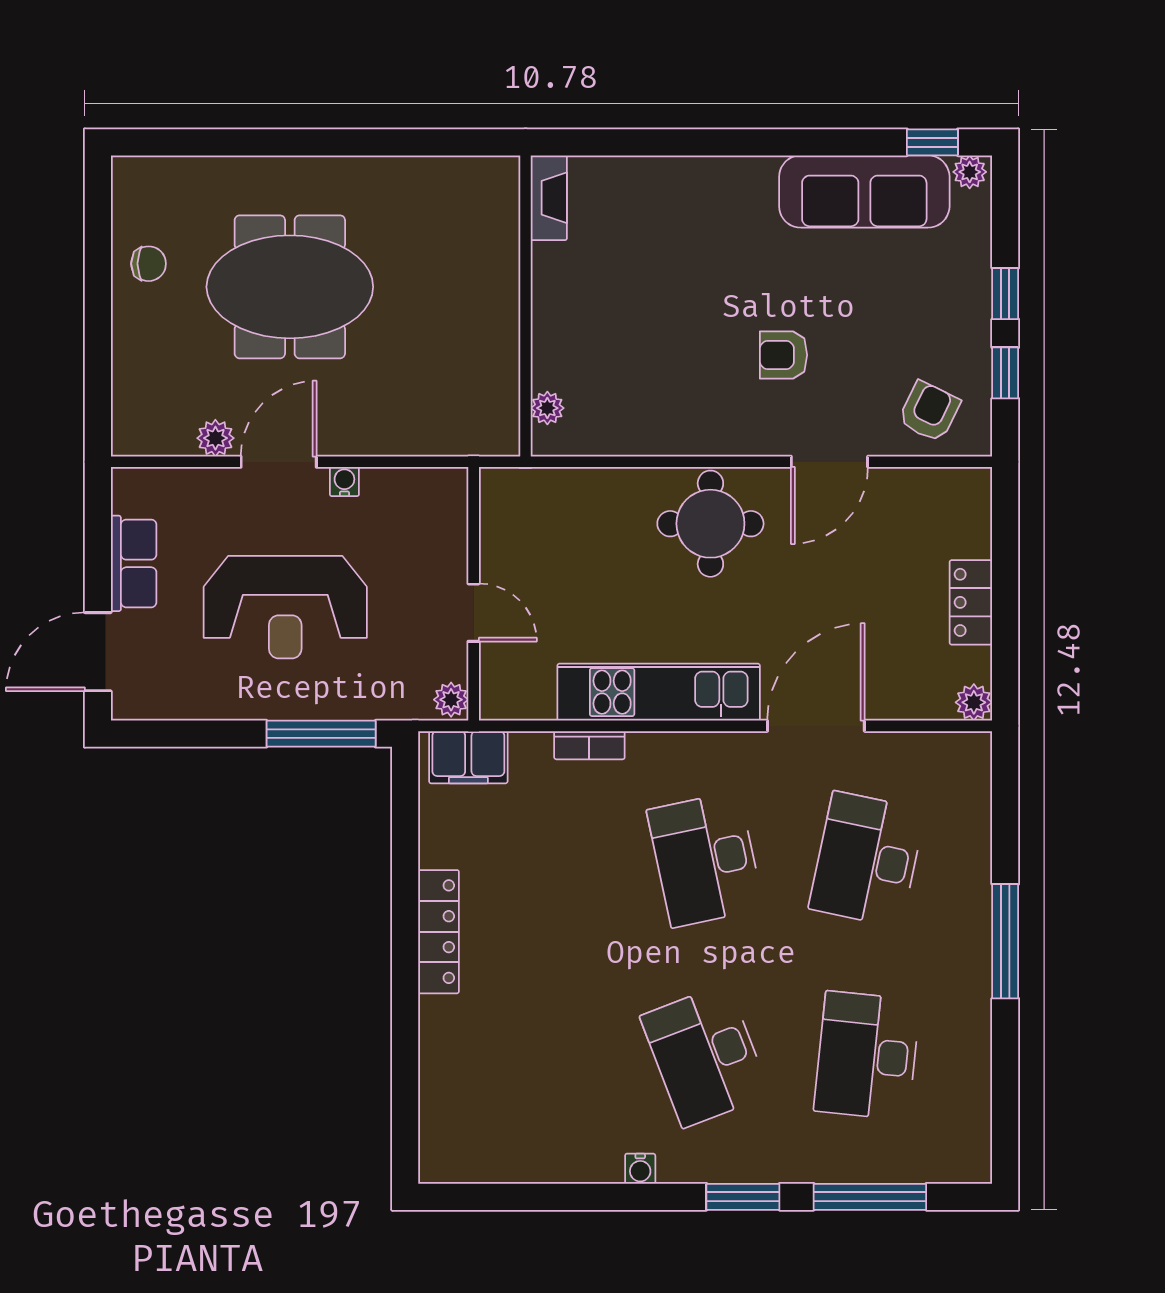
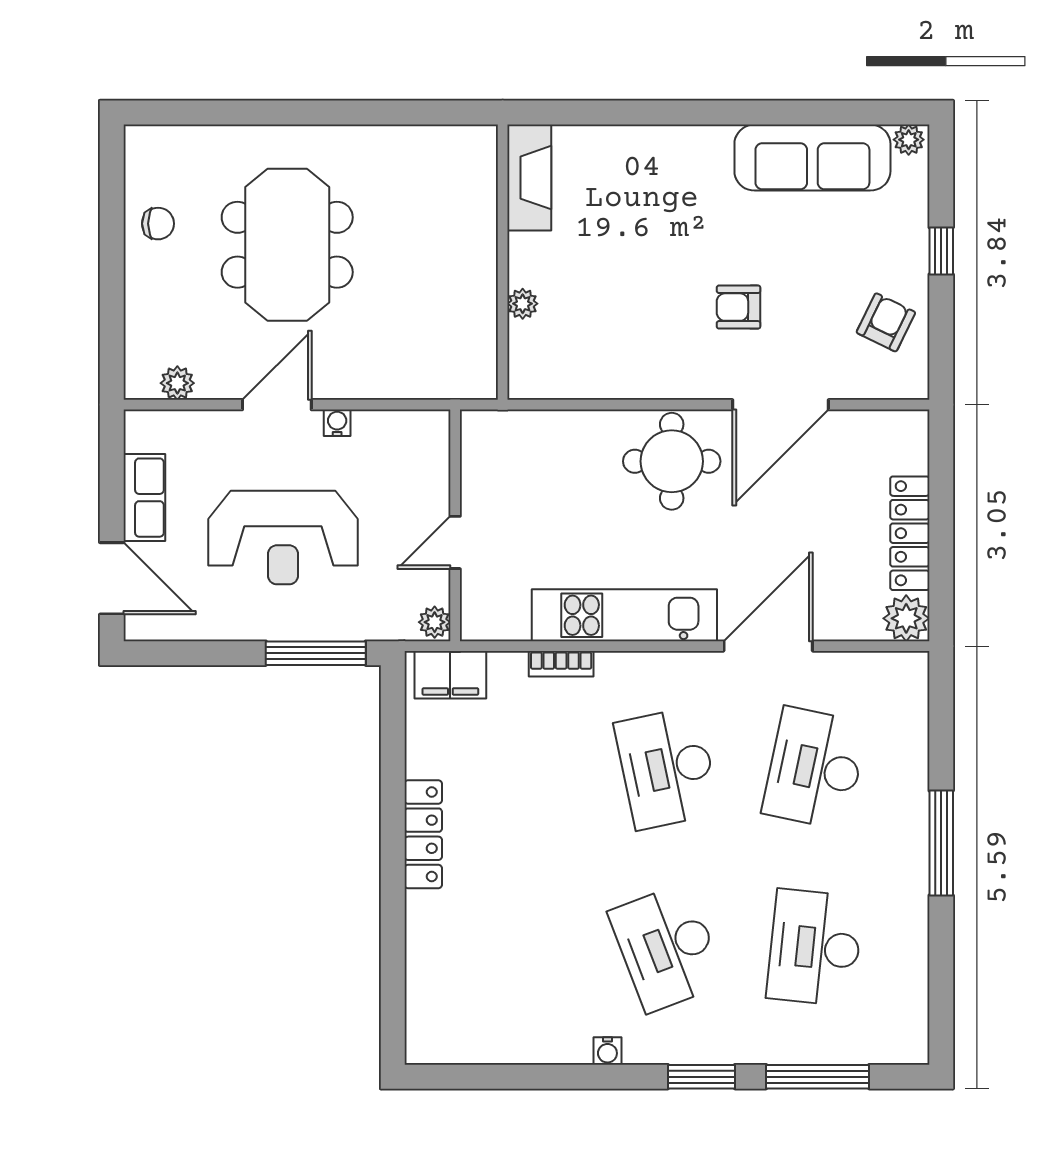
window: (932, 142) -> (875, 113), removed
fireplace: (549, 198) -> (529, 178), width x1.37, depth x1.32
meeting table: (290, 287) -> (287, 245), turned 90
window: (1005, 373) -> (941, 323), removed
plant: (547, 408) -> (523, 304), moved
armchair: (929, 412) -> (886, 322), moved
plant: (215, 438) -> (177, 383), moved
door: (829, 462) -> (781, 405), width x1.36
locker: (971, 602) -> (910, 533), width x1.53
door: (474, 613) -> (455, 542), swing flipped
door: (98, 652) -> (112, 578), swing flipped
plant: (974, 702) -> (906, 618), width x1.38, depth x1.38

